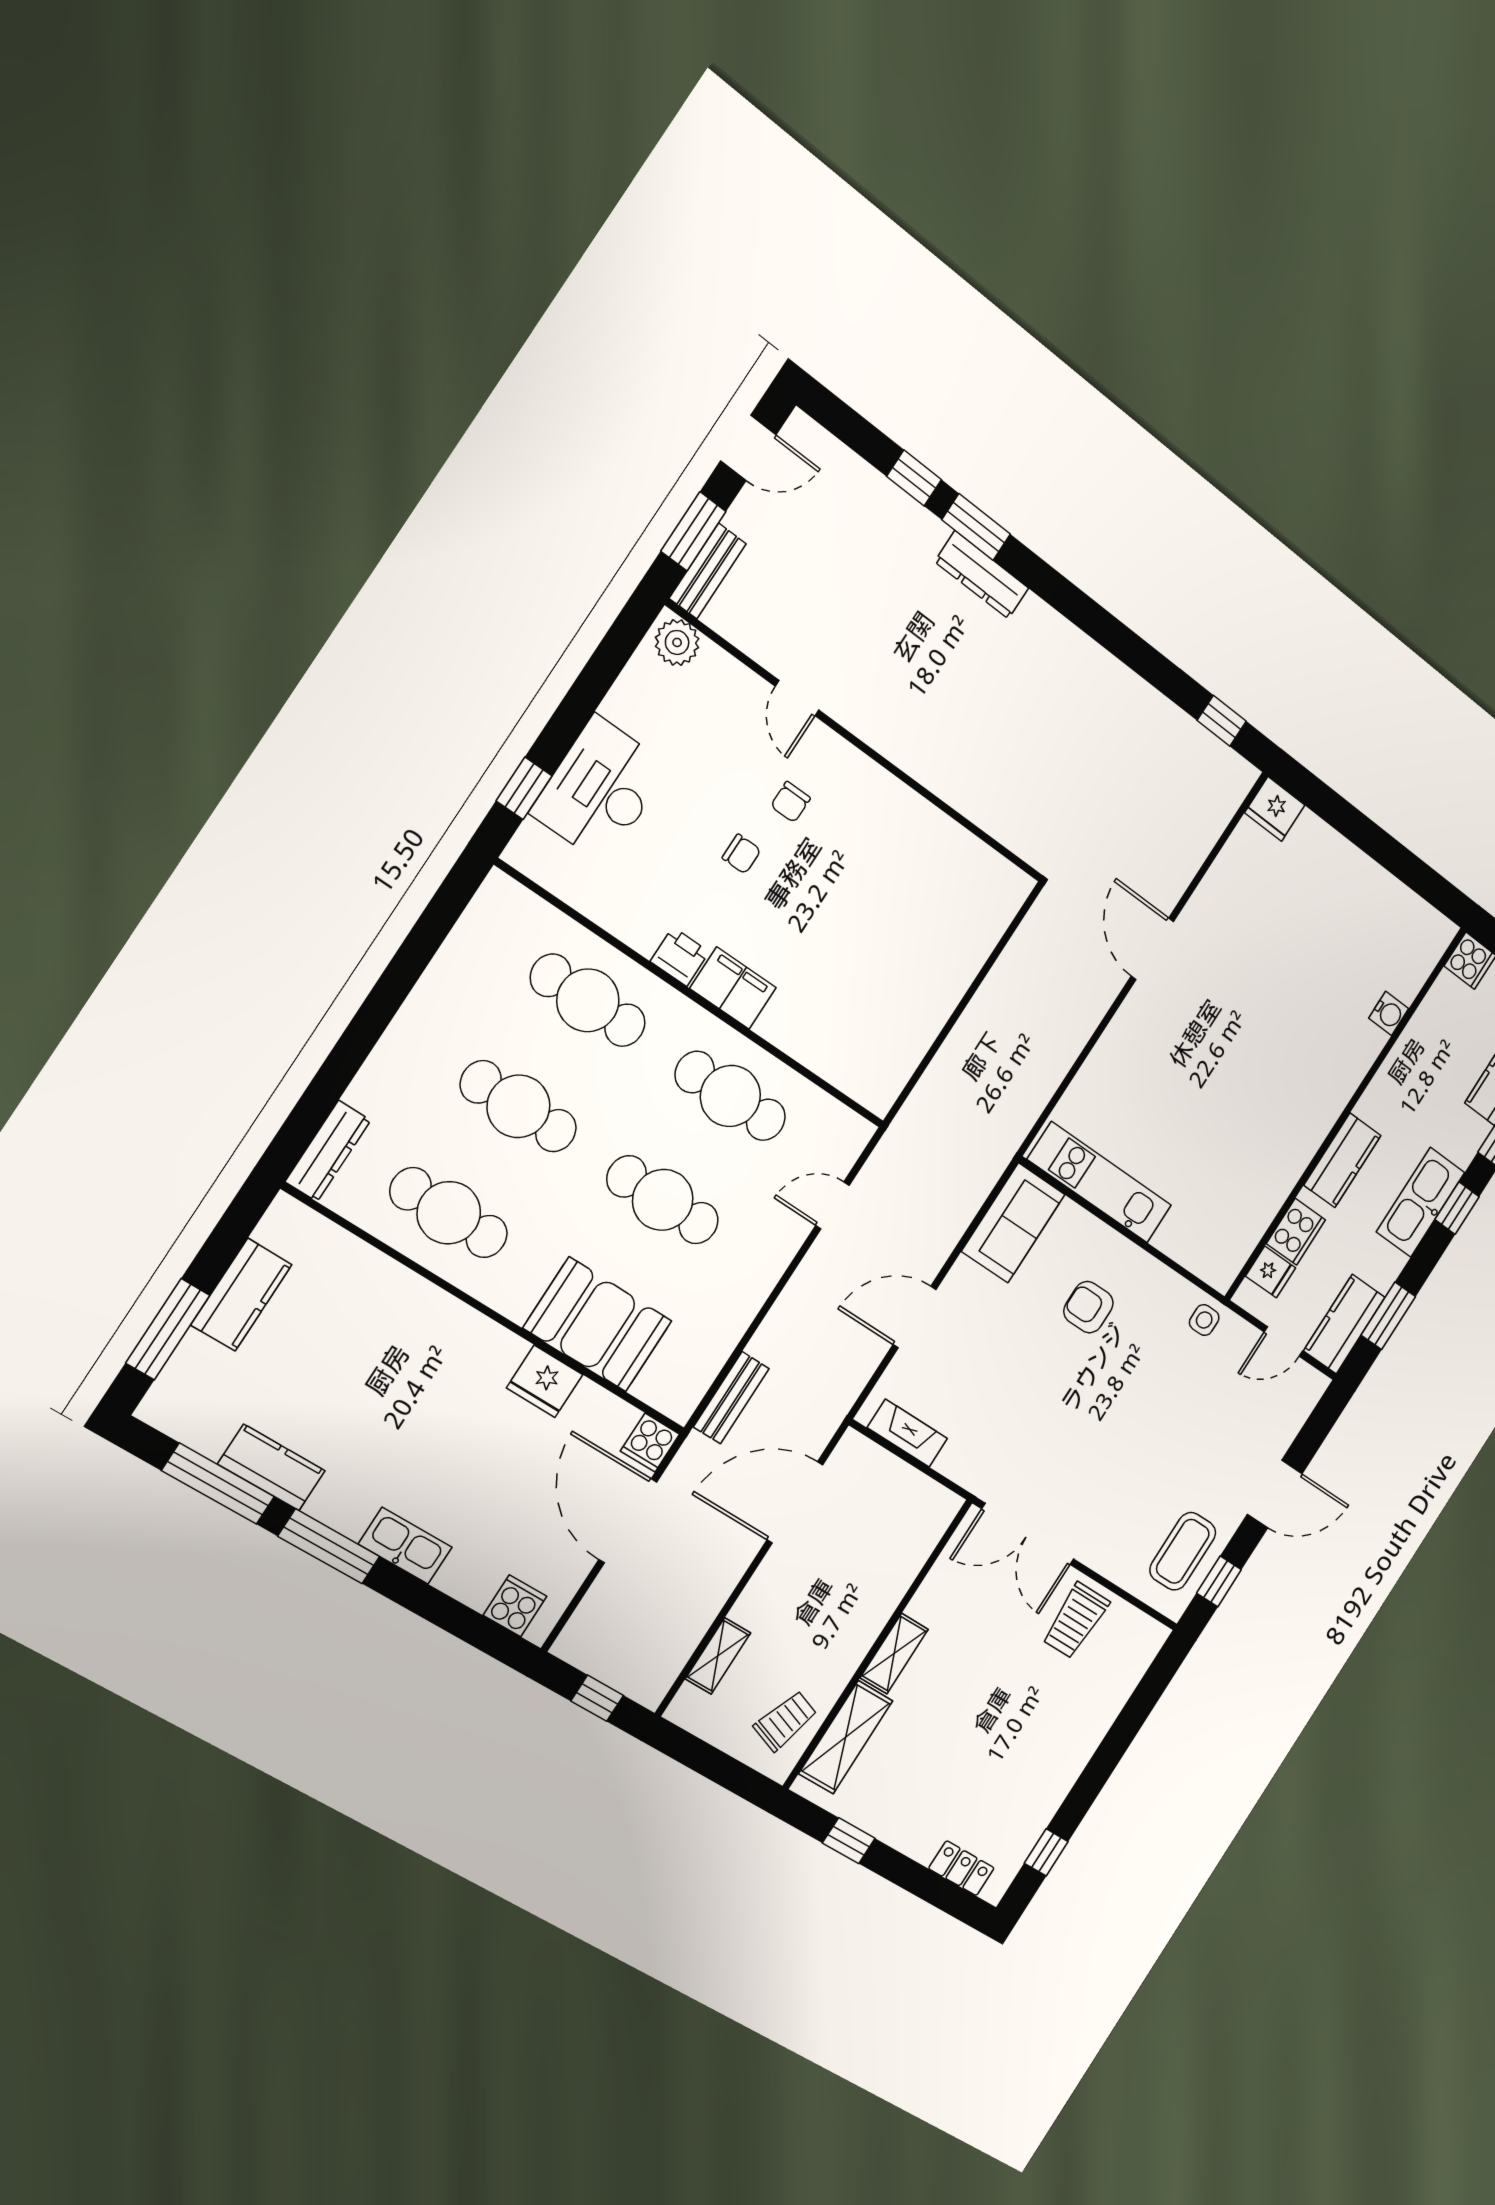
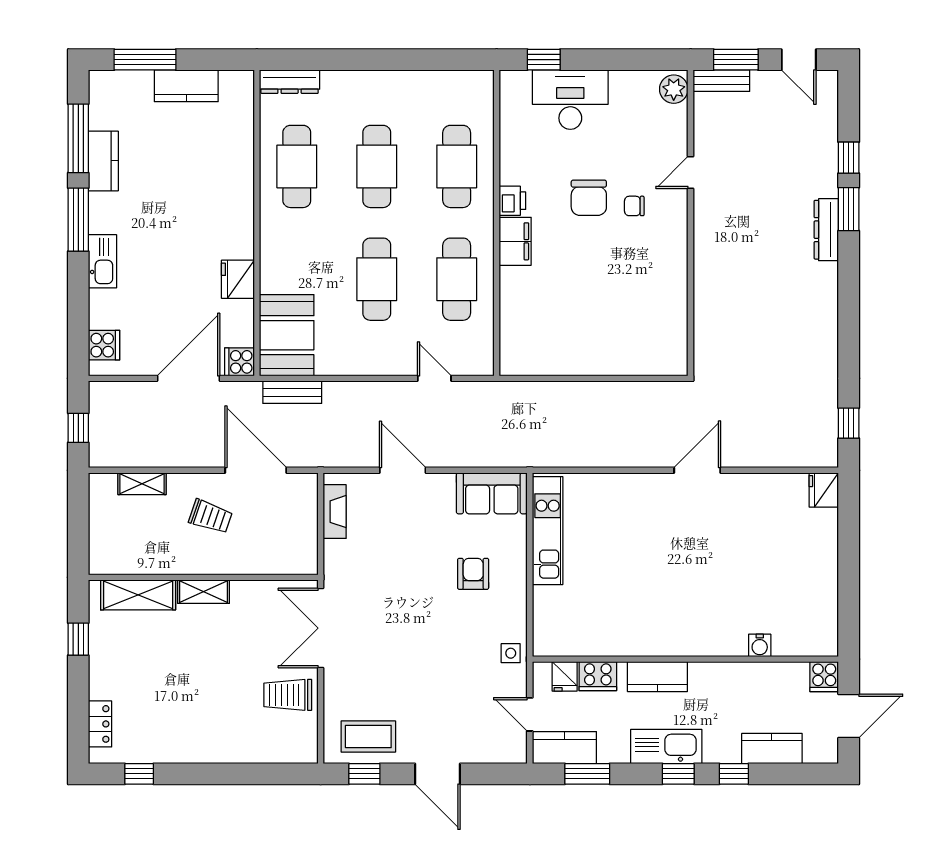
chair: (741, 854) -> (589, 198), width x1.87, depth x1.87
booth: (598, 1324) -> (287, 335), moved
trolley: (785, 1721) -> (210, 516), moved

